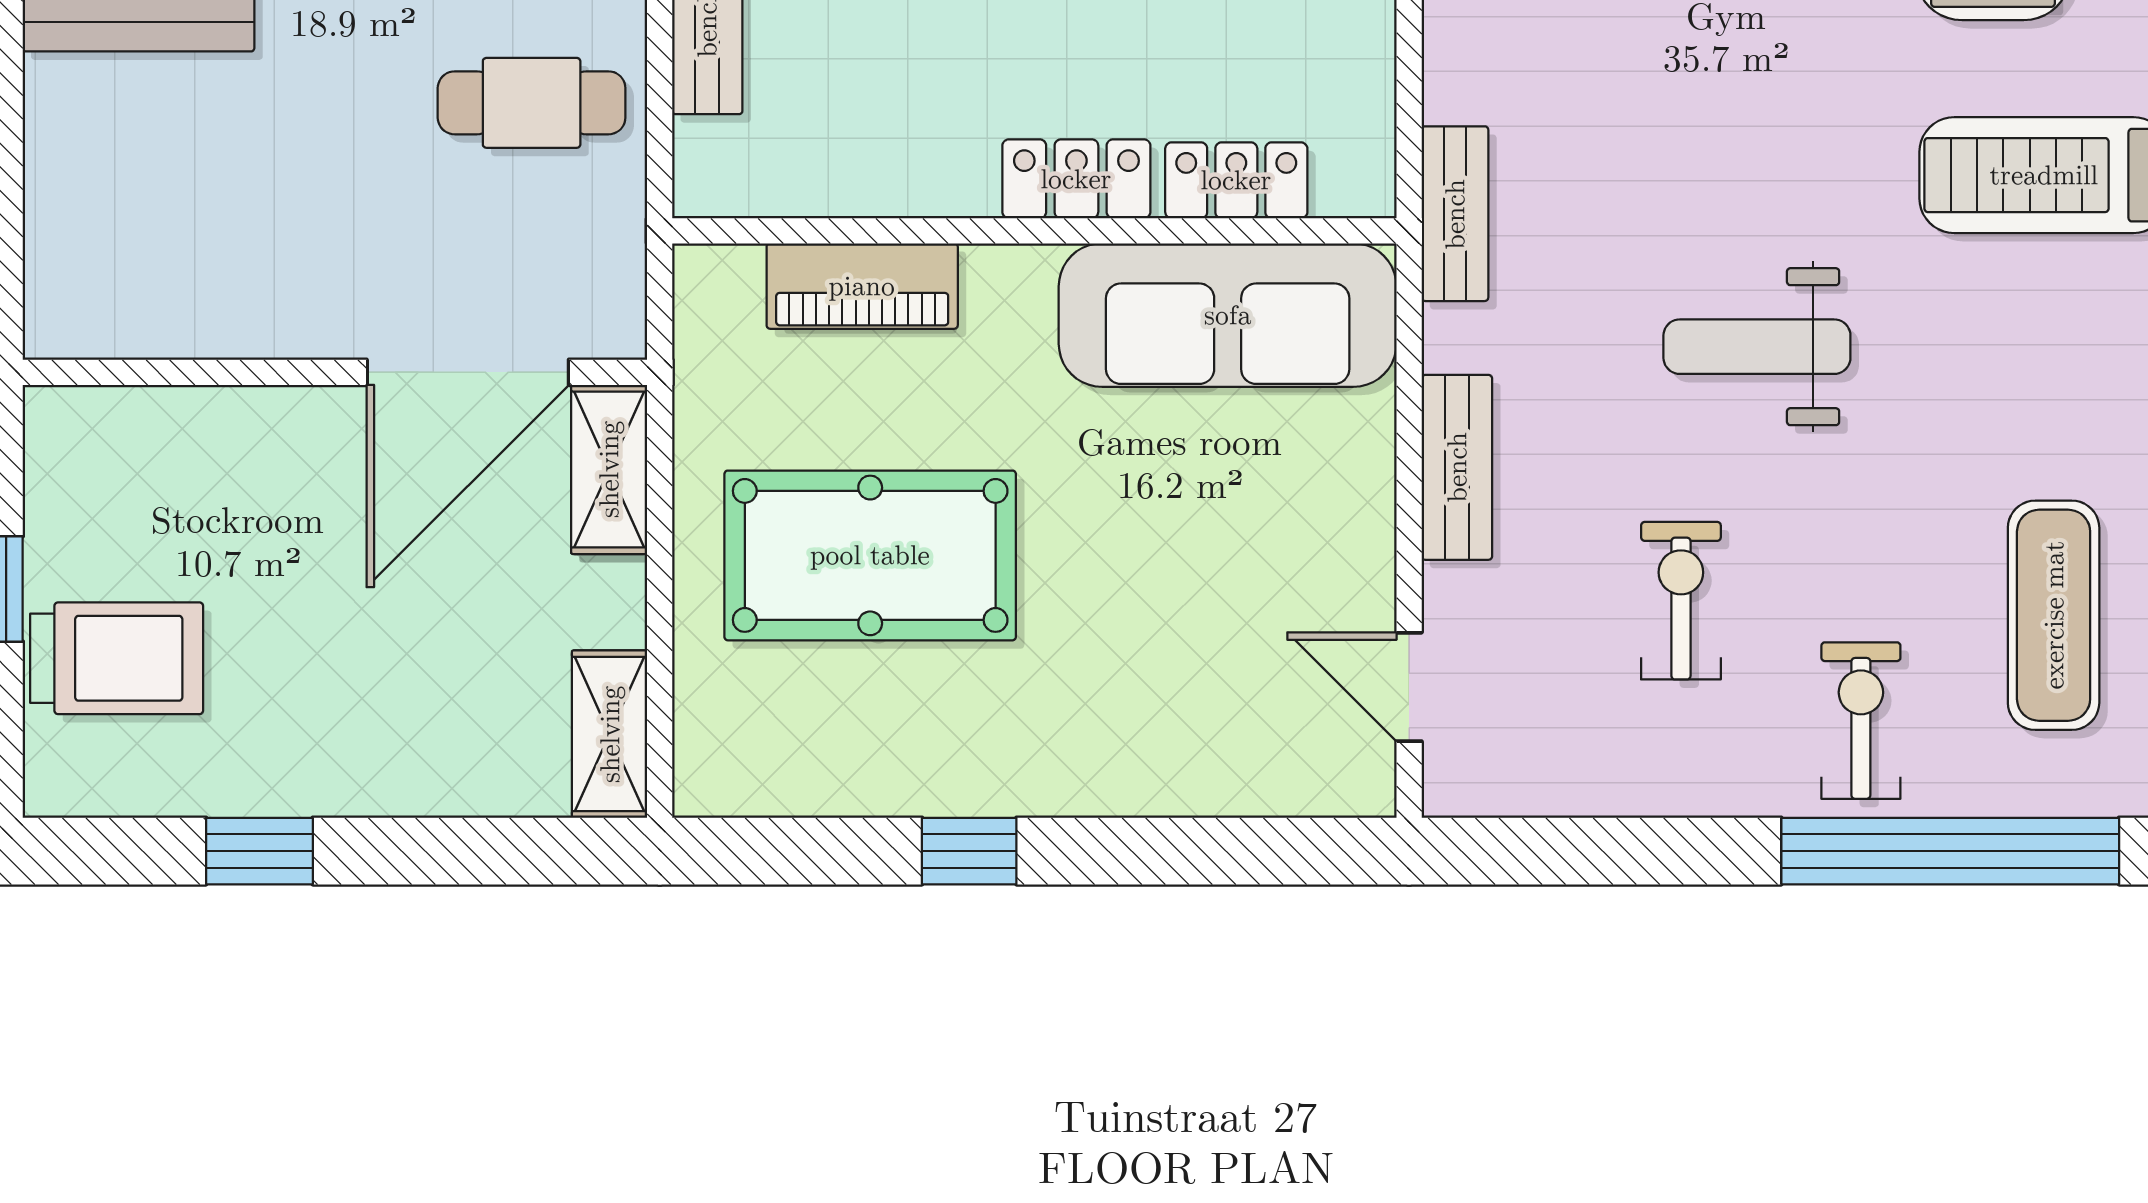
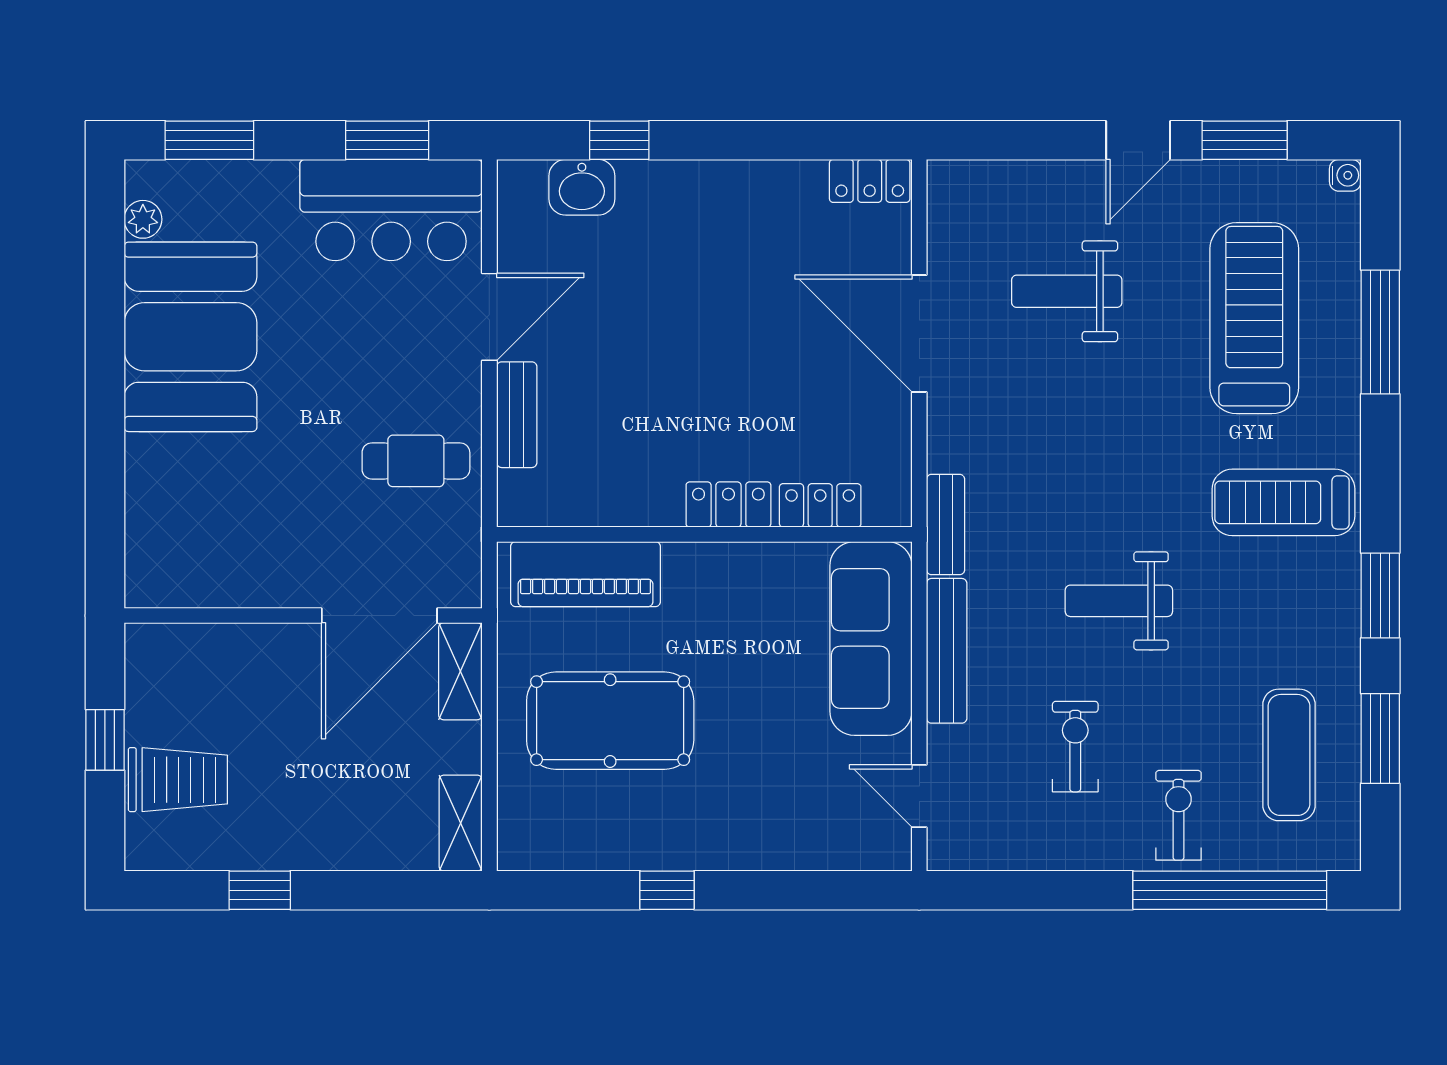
piano: (862, 286) -> (585, 574), width x1.37, depth x1.33
sofa: (1228, 315) -> (871, 638), moved, turned 90
bench: (1457, 467) -> (947, 651), width x1.36

